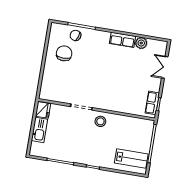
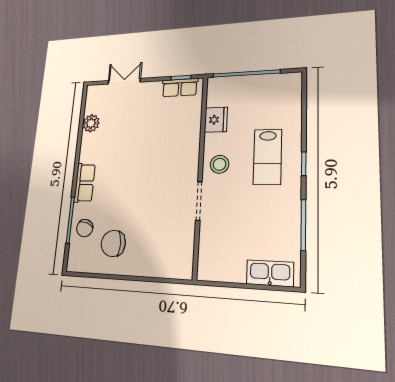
row of seats: (122, 40) -> (85, 183), moved
double door: (165, 67) -> (124, 81), swing flipped
fridge: (43, 110) -> (216, 120), moved, turned 90
kitchen sink: (39, 130) -> (270, 273), moved
lab bench: (131, 159) -> (267, 157), moved, turned 180

